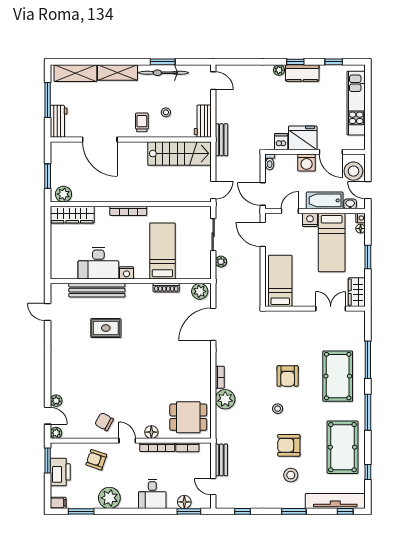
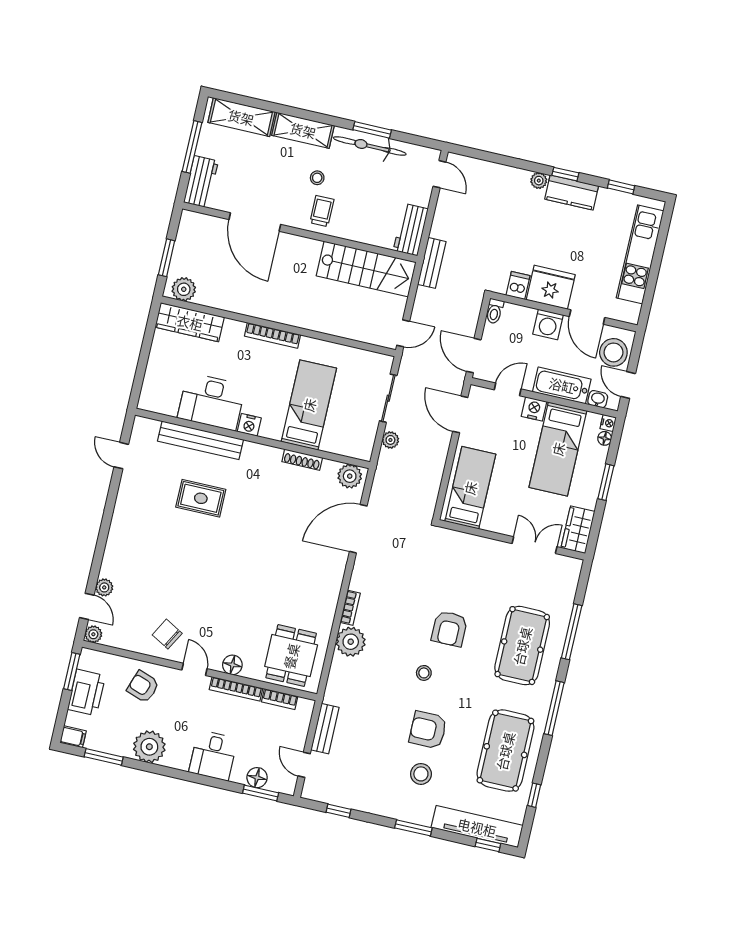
stool: (166, 112) -> (317, 178), moved
dining table: (188, 417) -> (291, 656), turned 90

